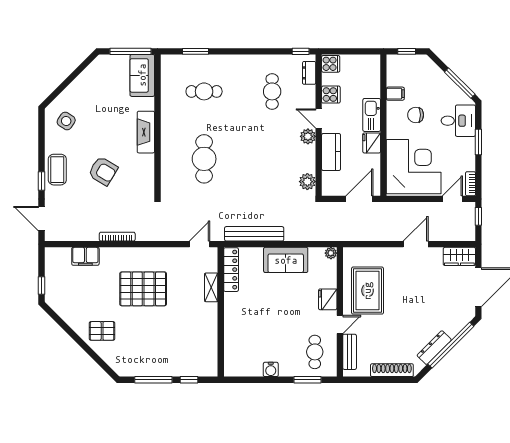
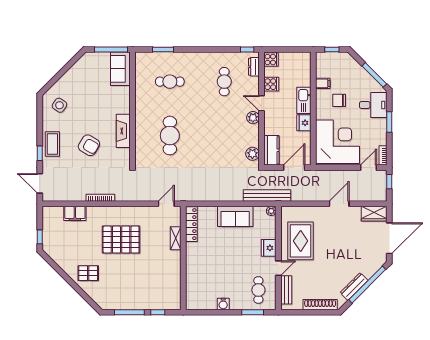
fireplace: (146, 132) -> (123, 131), moved
kitchen counter: (331, 152) -> (271, 150), moved
bench: (254, 234) -> (267, 196), moved

